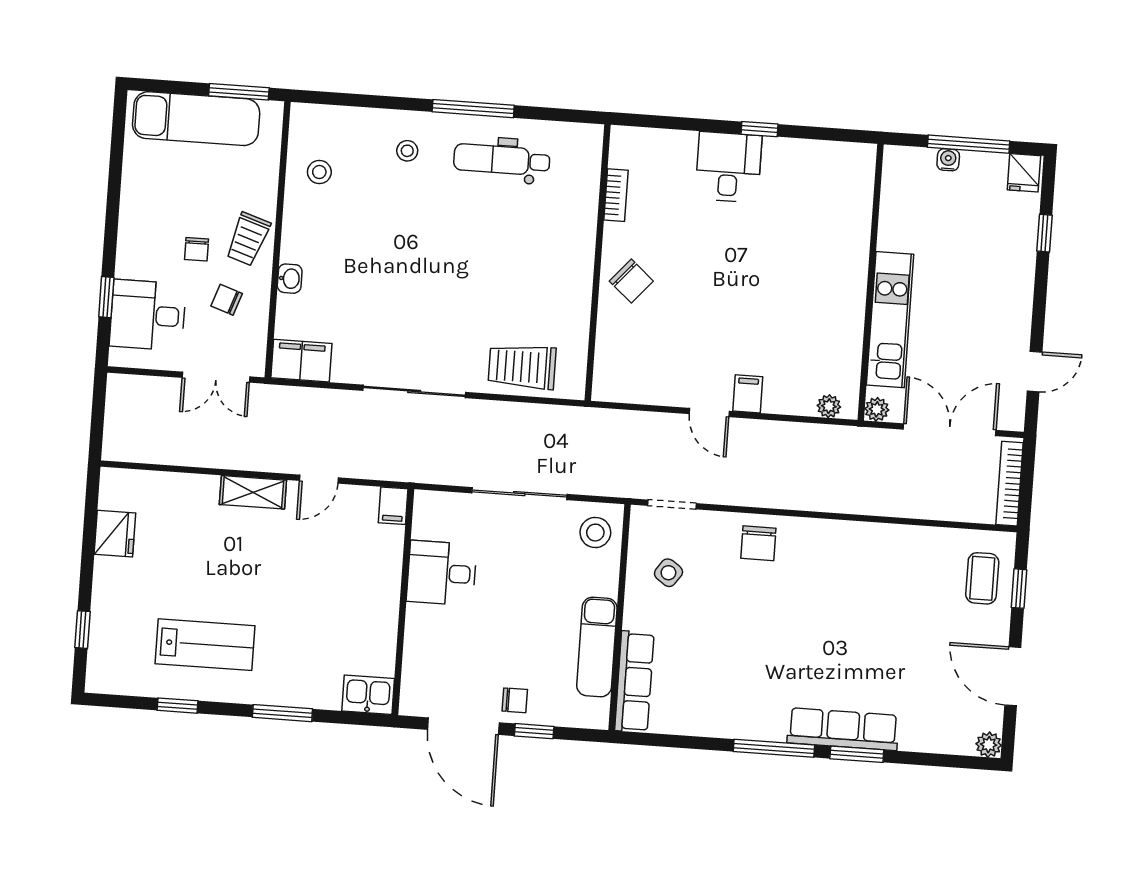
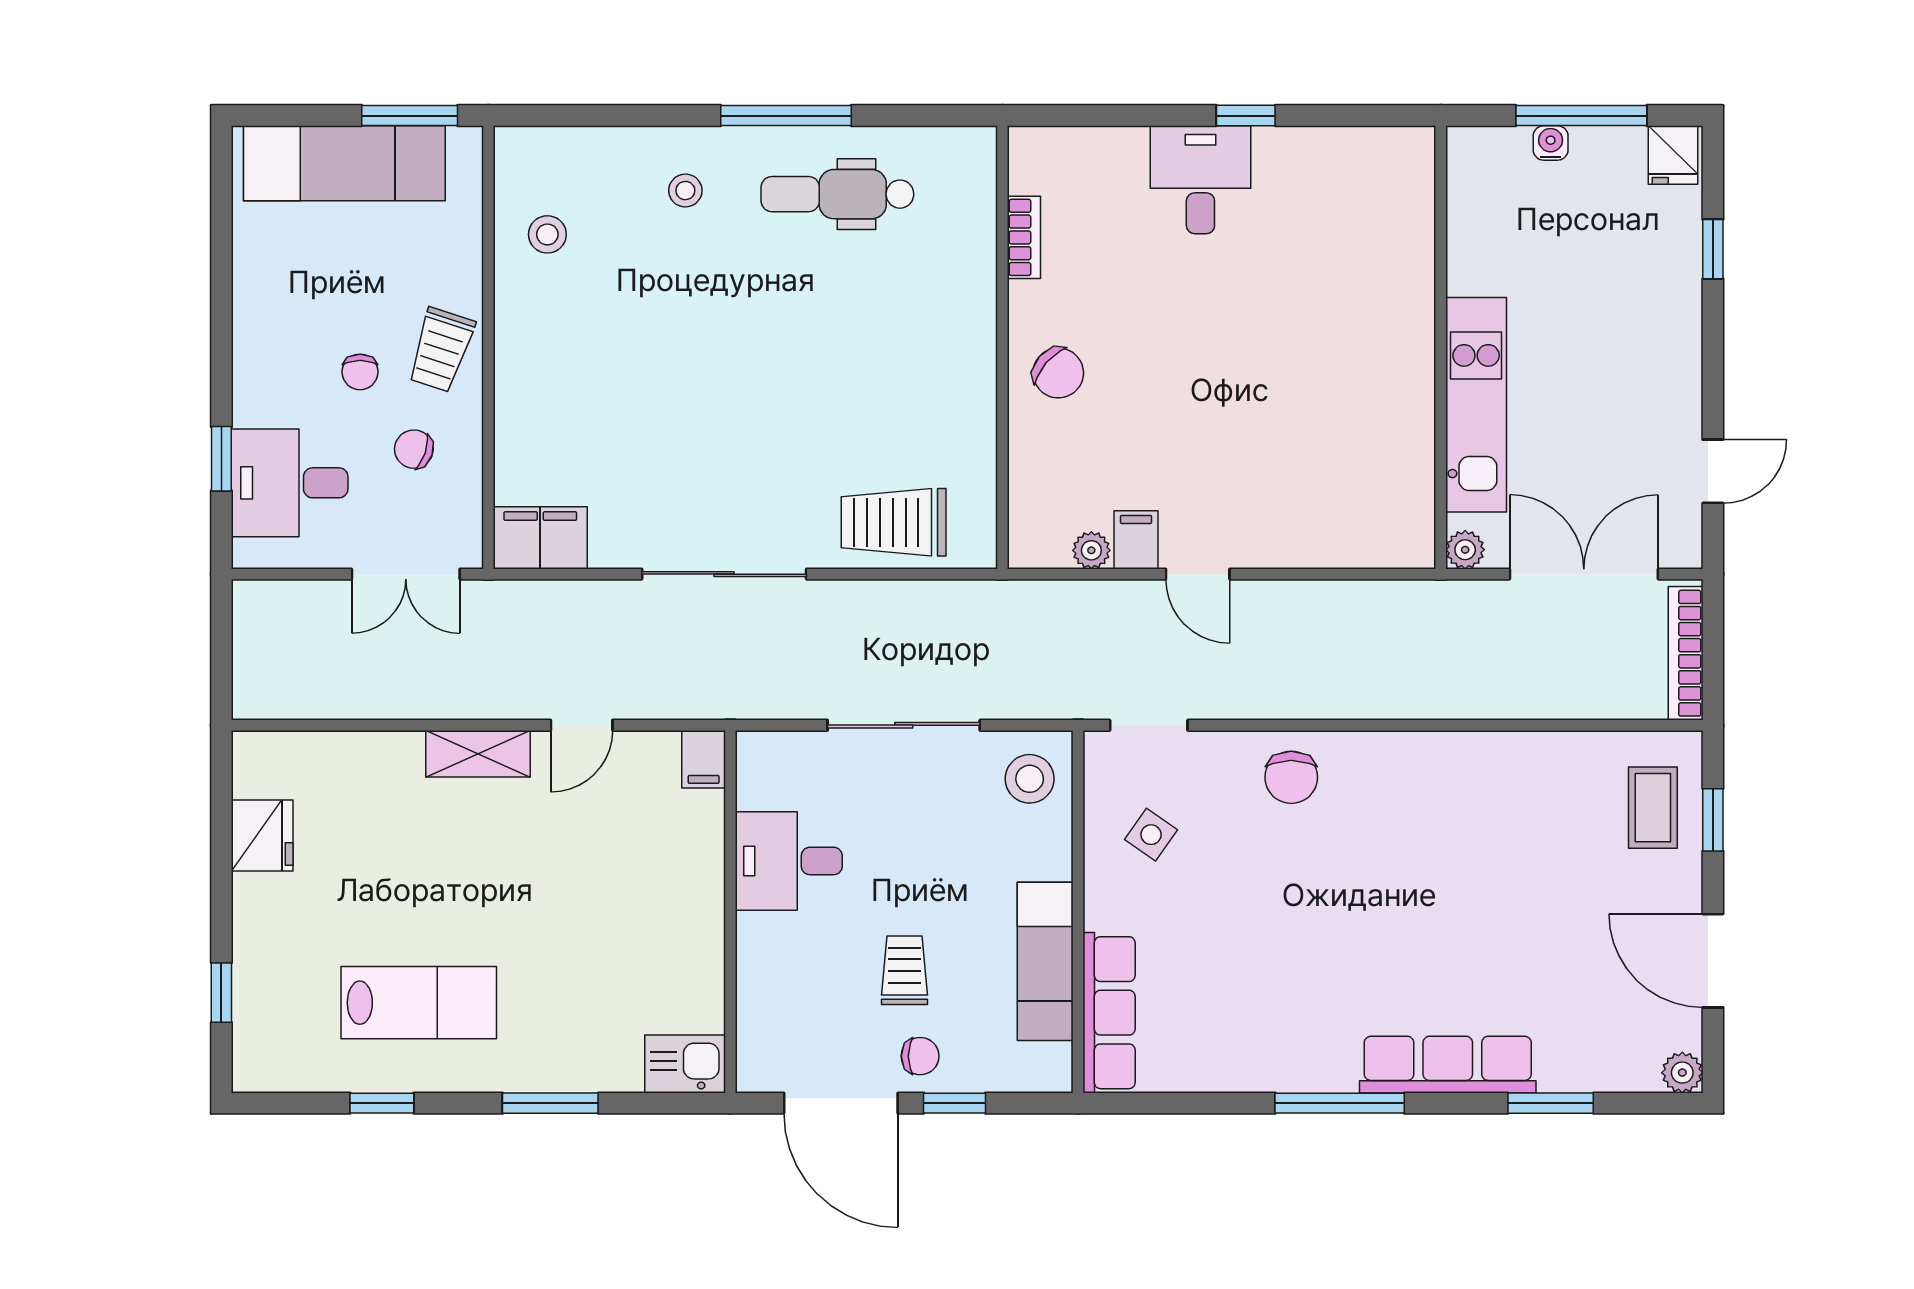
washbasin: (290, 279) -> (512, 408), removed
filing cabinet: (748, 394) -> (1136, 540), moved
plant: (829, 406) -> (1091, 550), moved
trolley: (509, 646) -> (904, 970), added
window: (857, 754) -> (1551, 1103), moved

